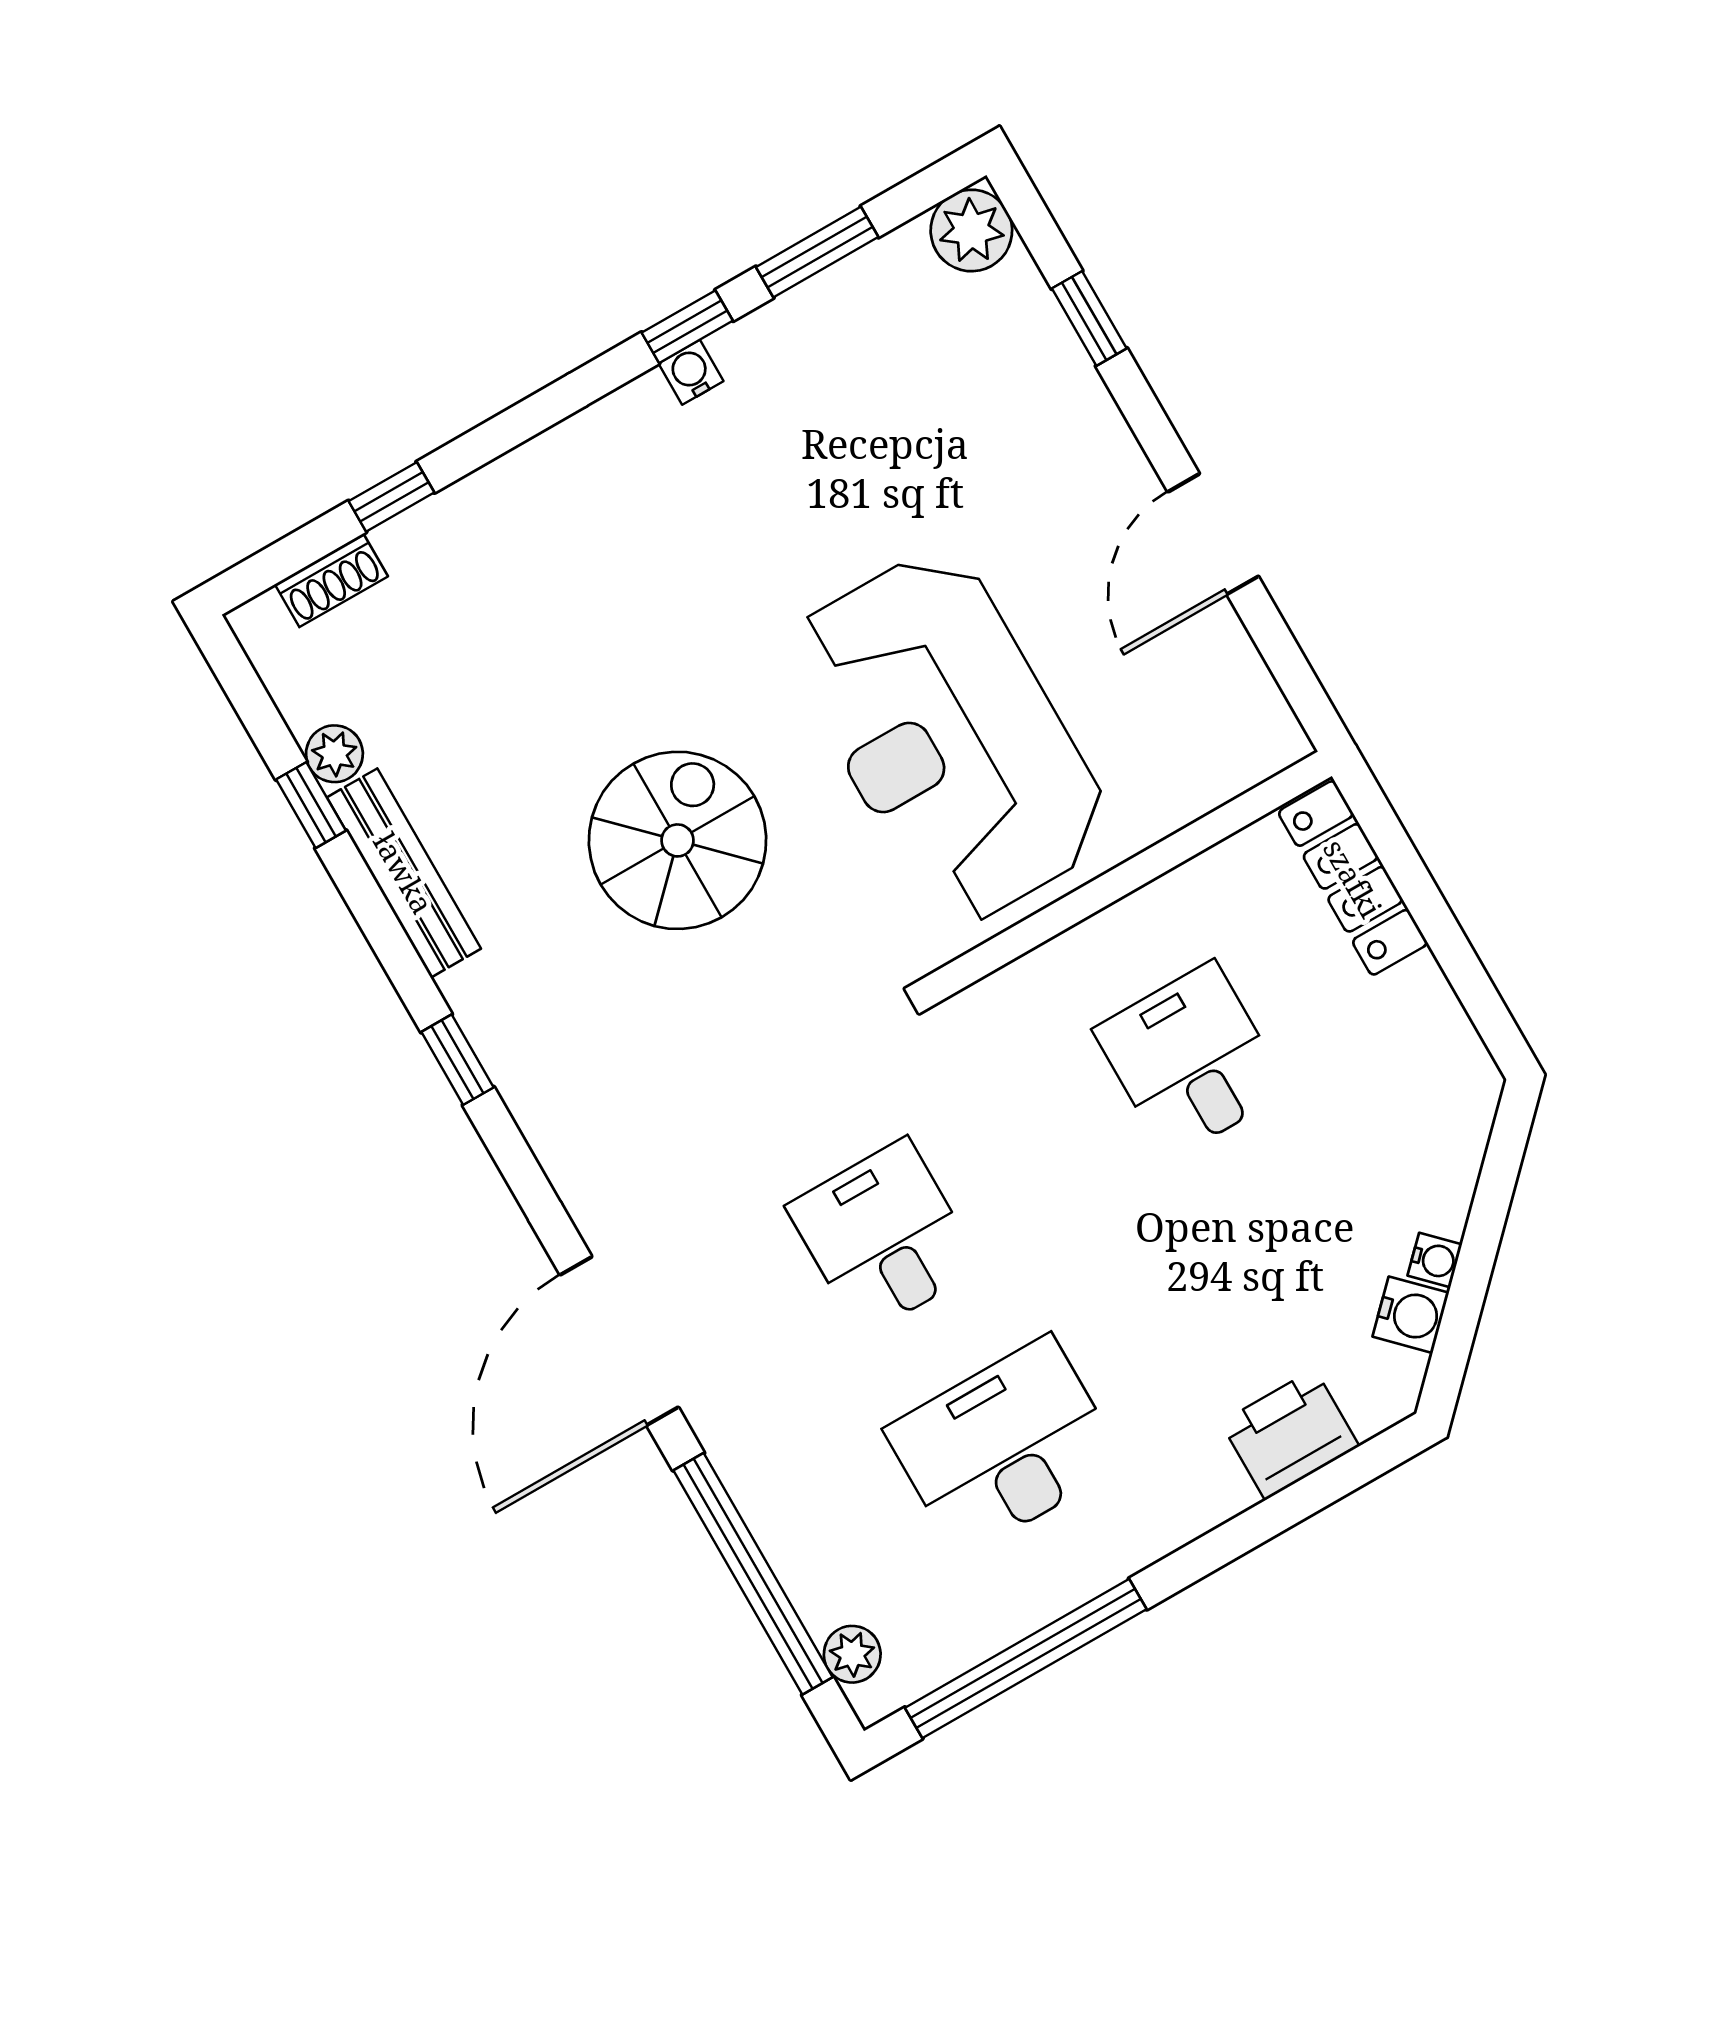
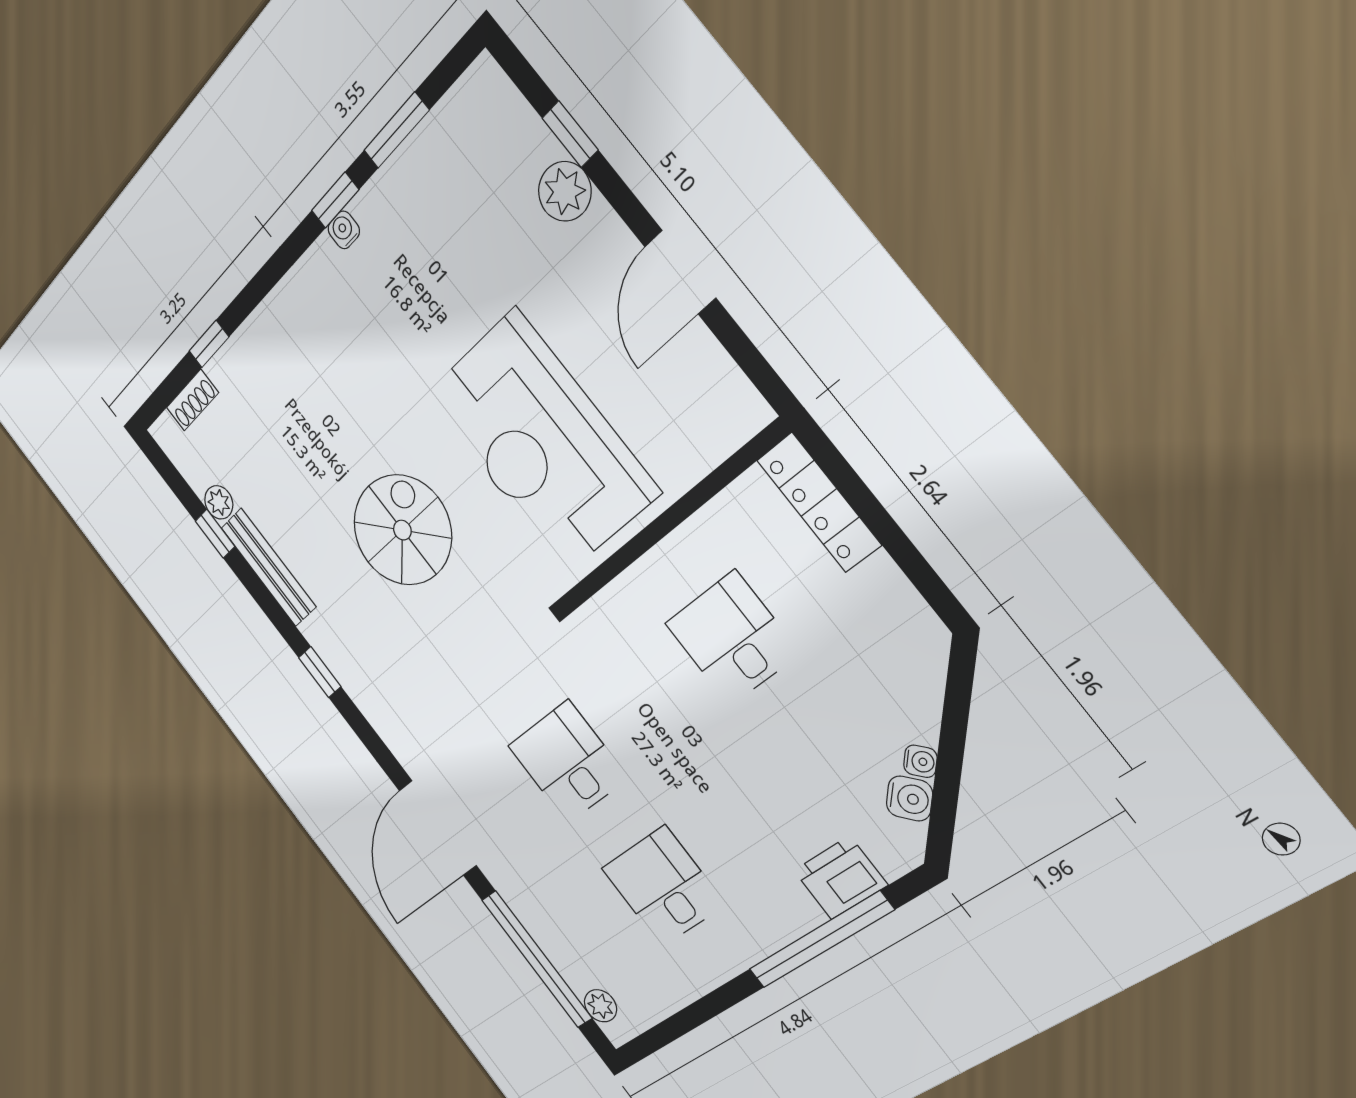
plant: (971, 231) -> (565, 191), moved
desk: (1005, 1447) -> (663, 886), width x0.73
window: (1026, 1658) -> (820, 940), moved

